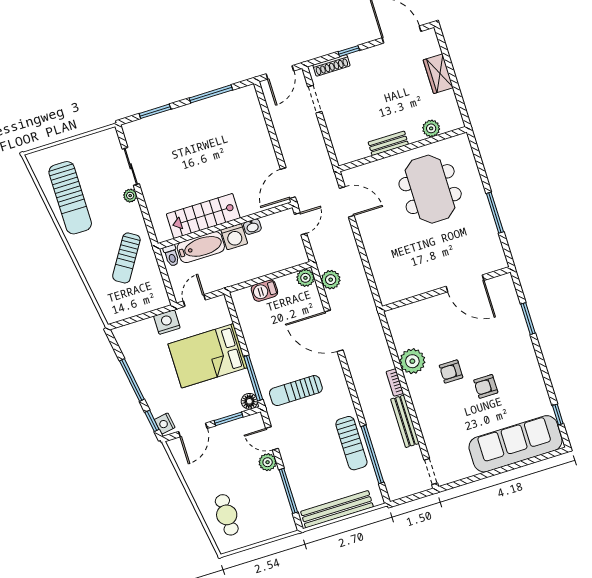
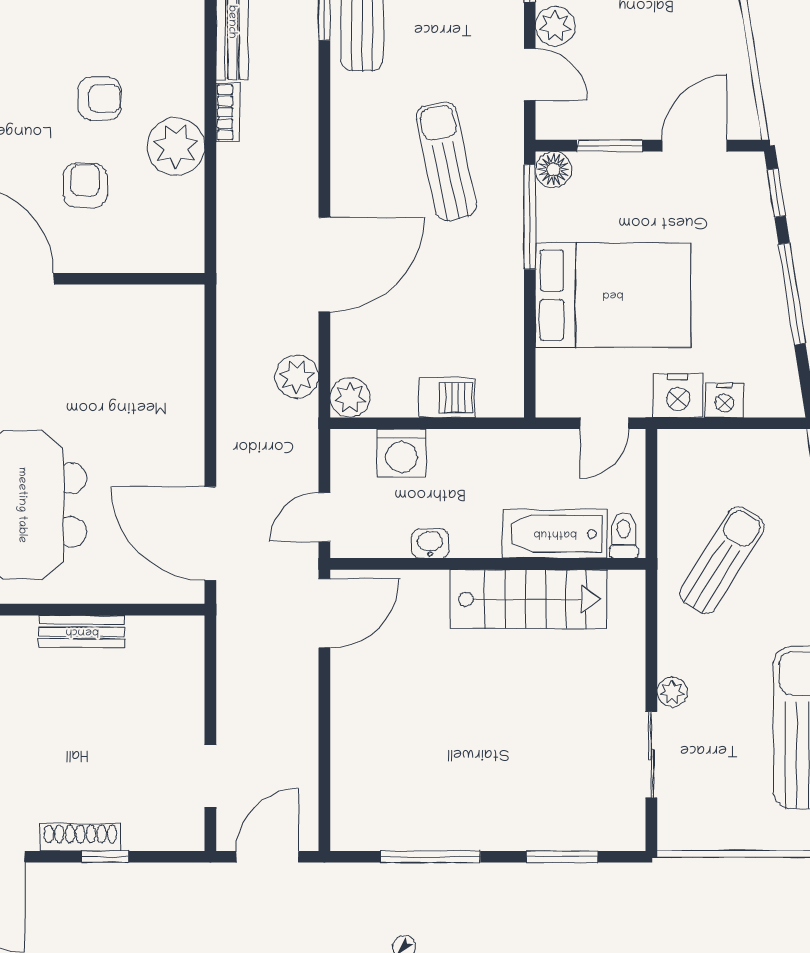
shoe rack: (331, 65) -> (80, 837), moved
door: (347, 202) -> (210, 533), width x1.36
washing machine: (234, 237) -> (401, 453), moved, turned 180
door: (334, 331) -> (324, 265), hinge flipped
armchair: (486, 386) -> (85, 185), moved, turned -90
sun lounger: (296, 391) -> (446, 161), turned -102
nightstand: (165, 424) -> (725, 400), moved, turned 99

